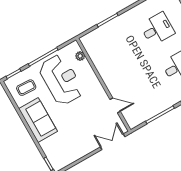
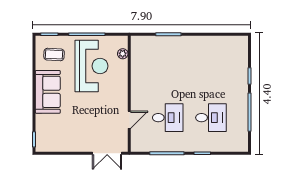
desk: (157, 29) -> (168, 118), moved
door: (115, 105) -> (129, 120), hinge flipped
double door: (113, 142) -> (107, 153), swing flipped

